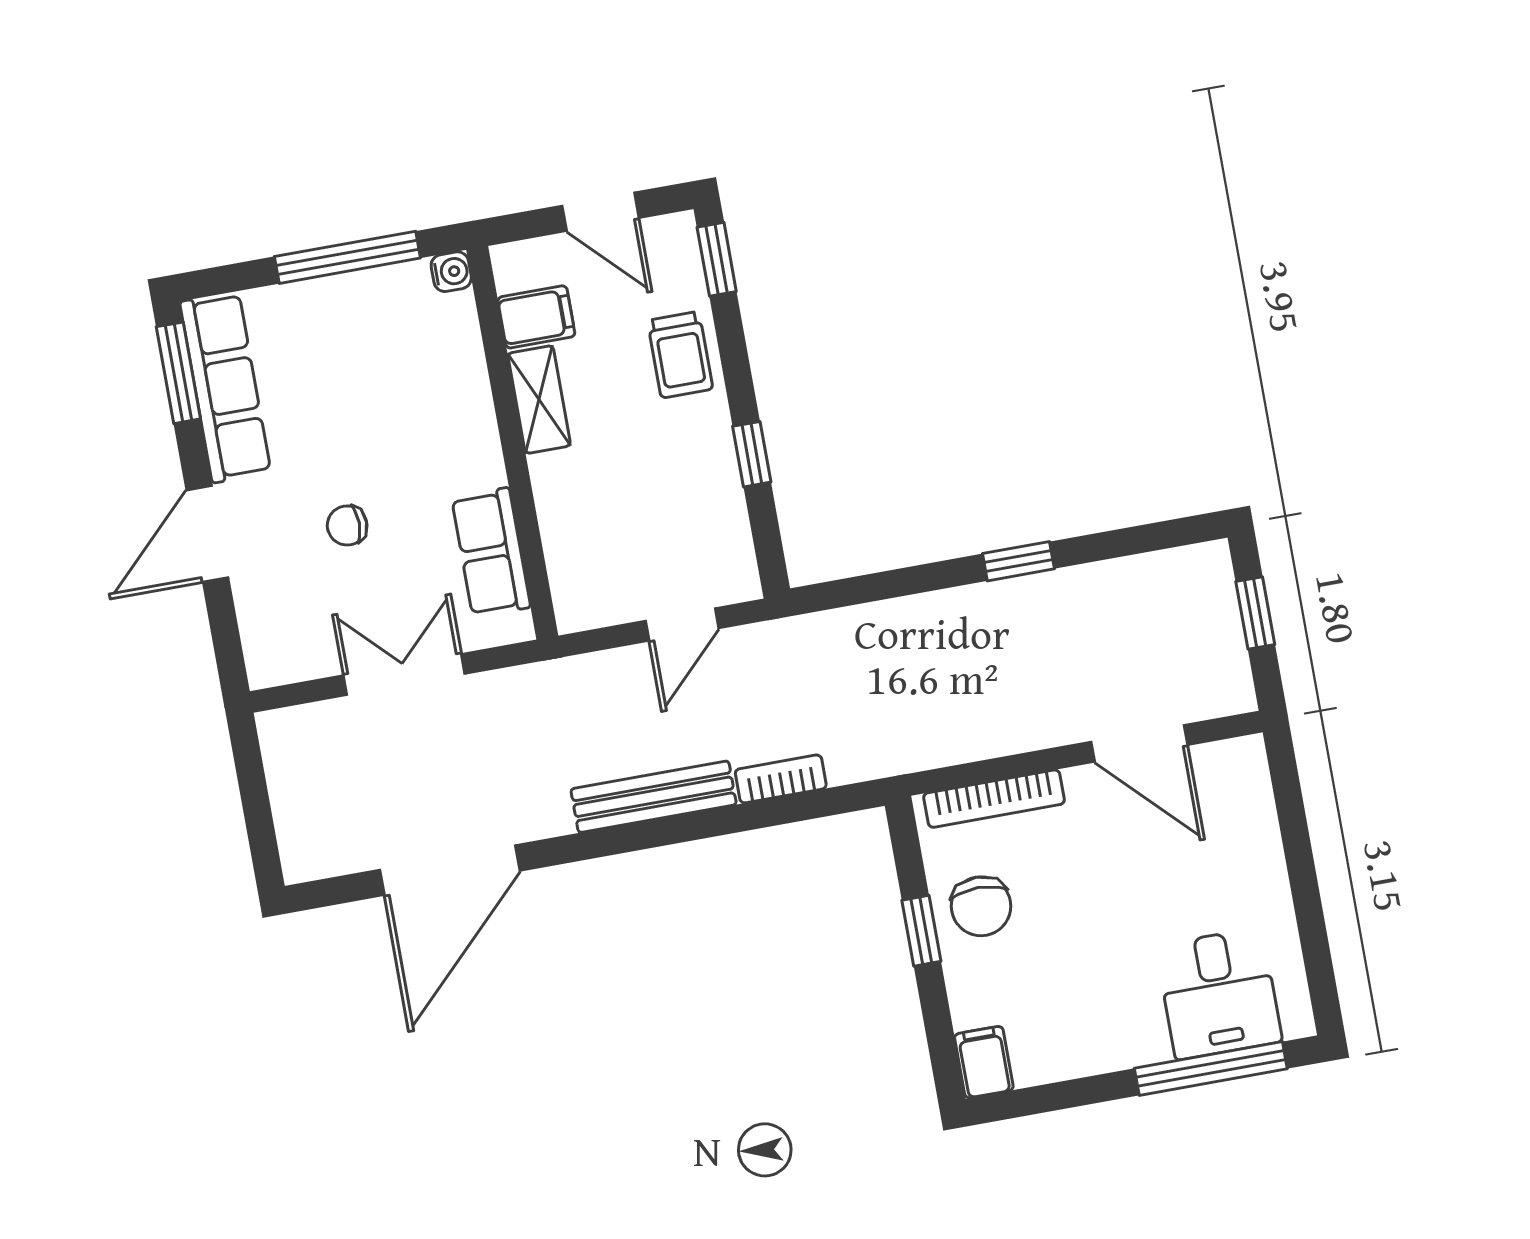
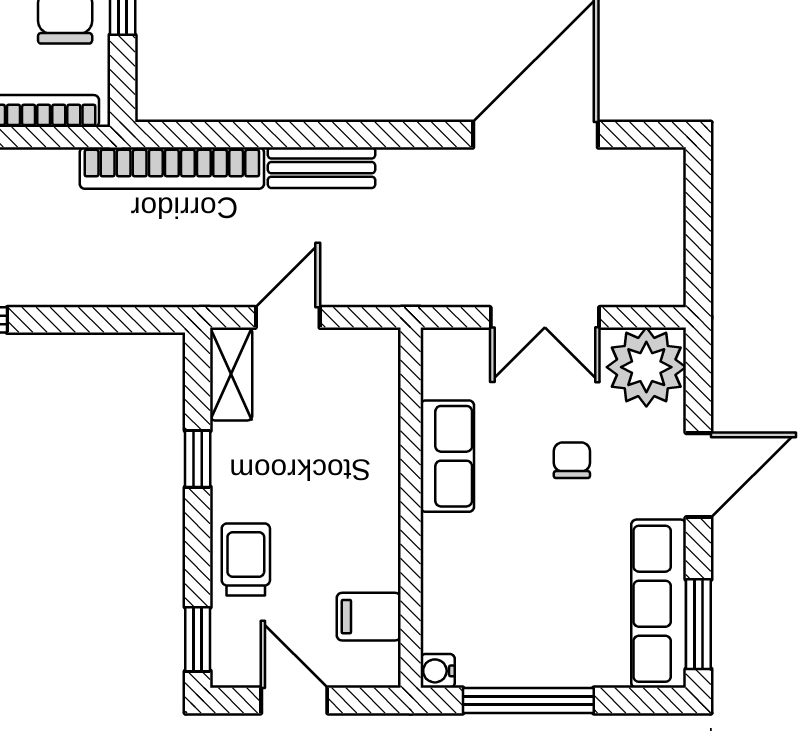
shelving: (539, 400) -> (231, 374), moved
chair: (347, 525) -> (572, 460), turned -90
row of seats: (491, 552) -> (447, 456), moved
plant: (285, 641) -> (646, 367), added
bookcase: (781, 779) -> (172, 168), width x2.31, depth x1.31
bench: (654, 797) -> (321, 168), width x0.73

